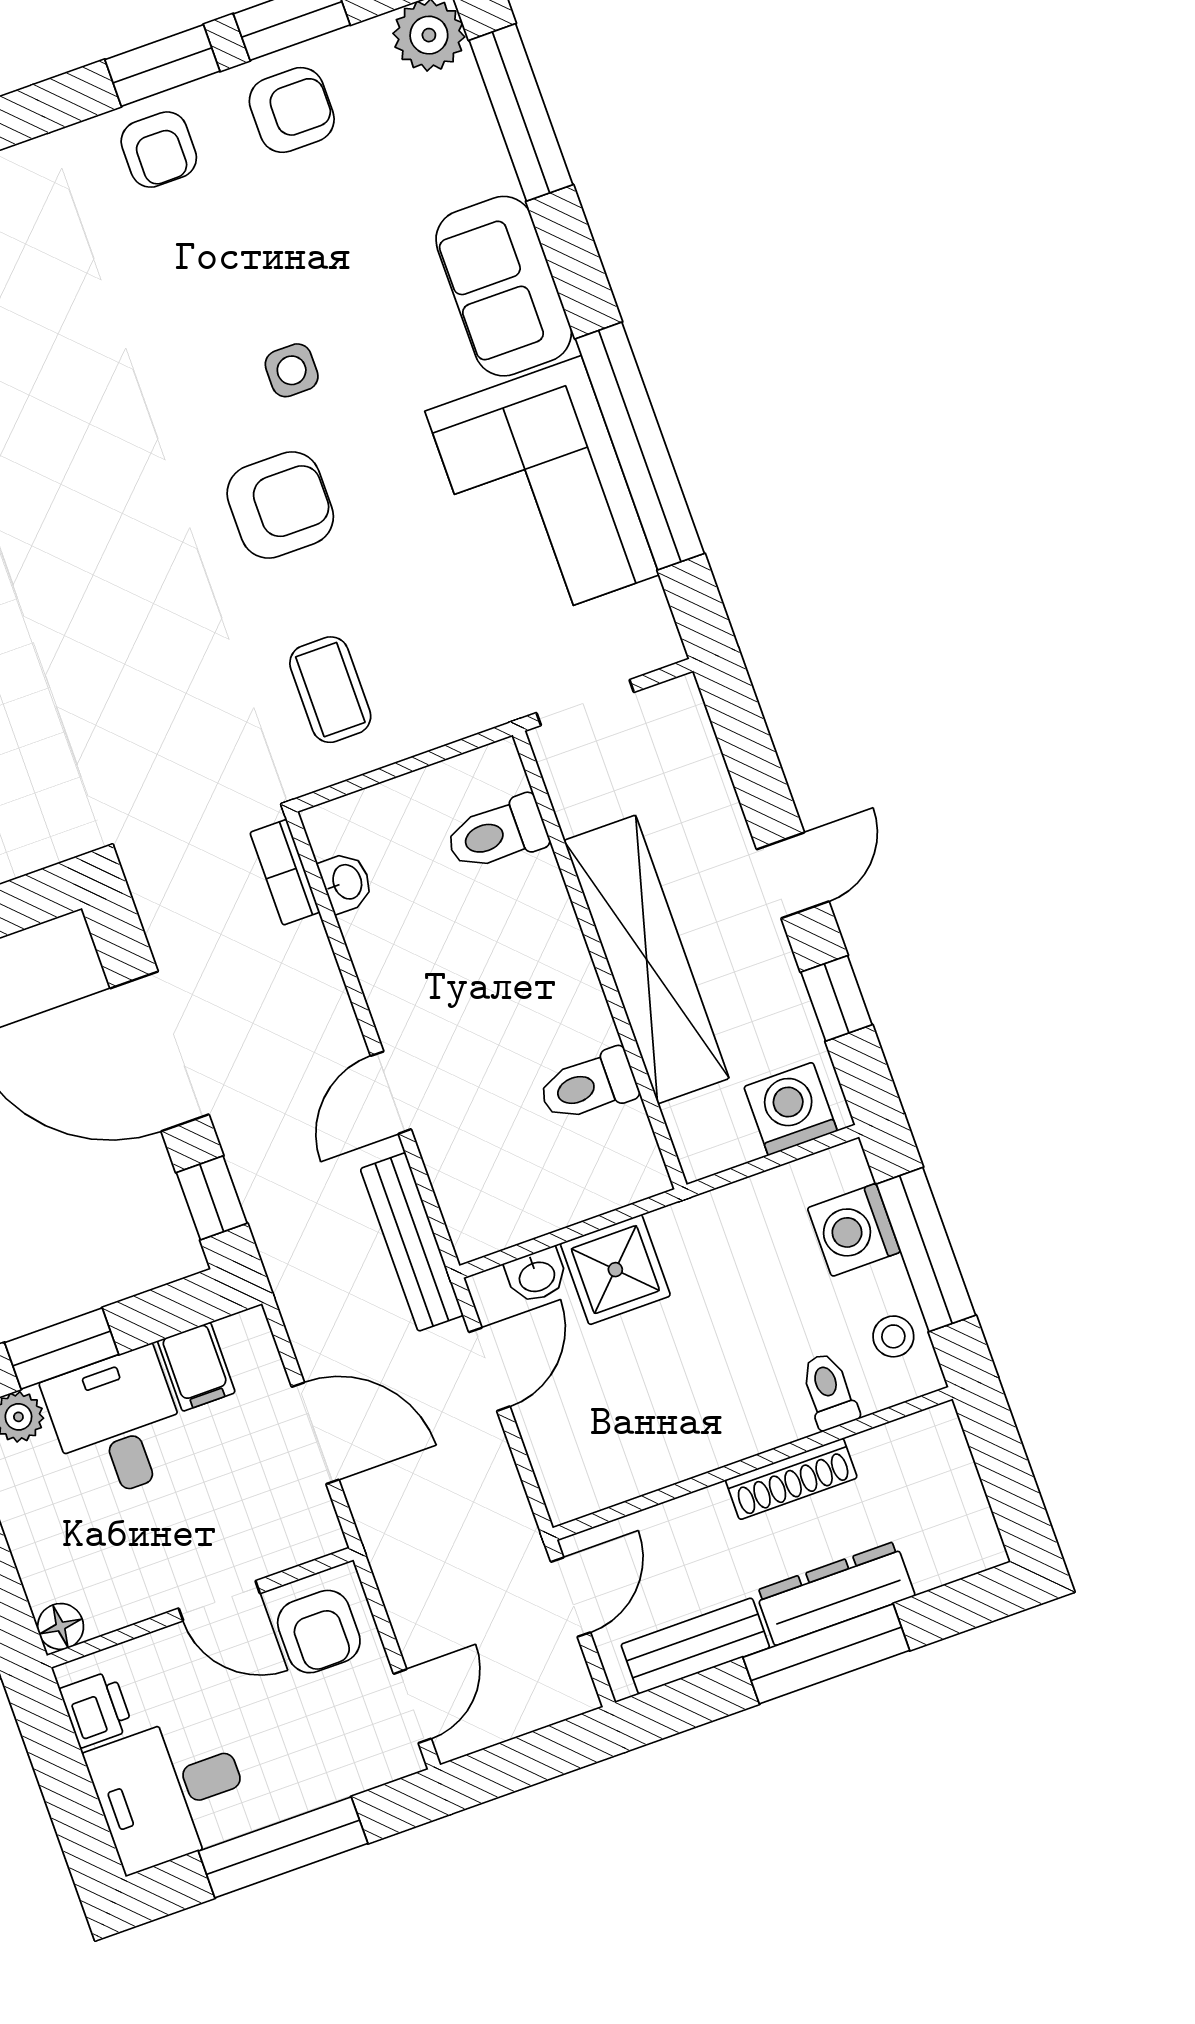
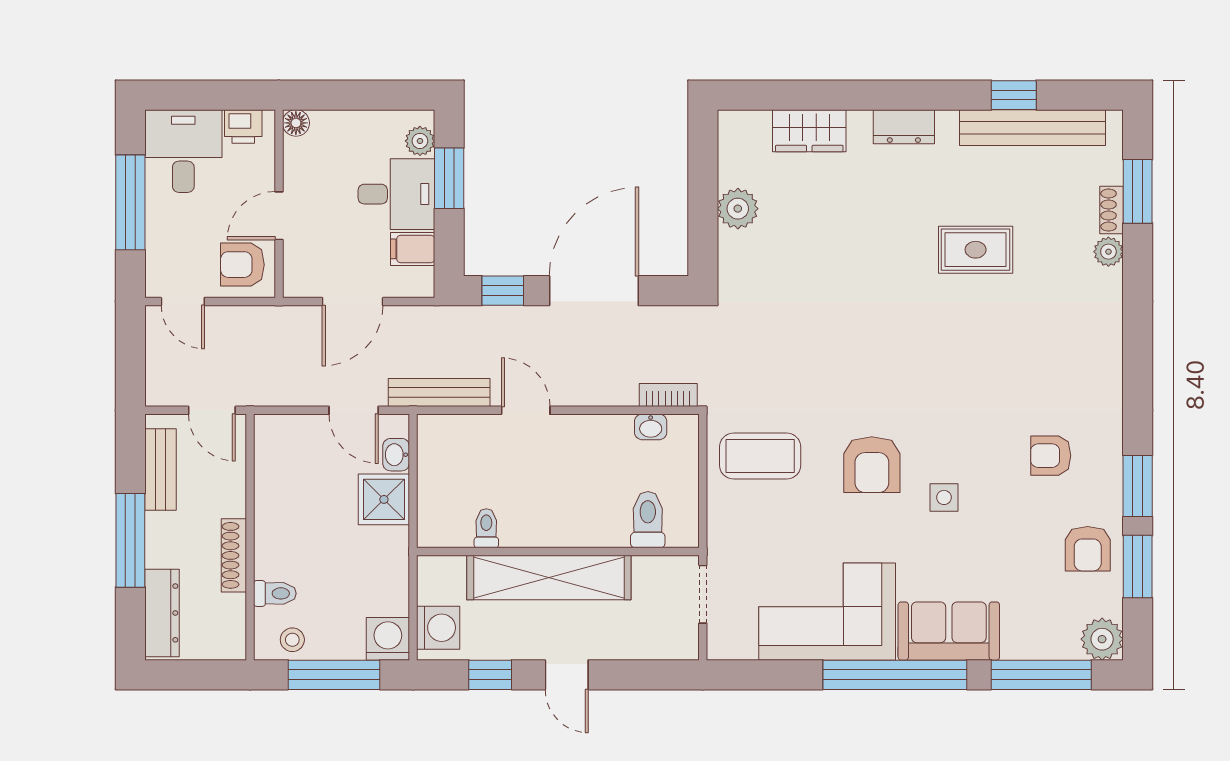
armchair: (159, 150) -> (1051, 456), moved
window: (640, 446) -> (895, 675), moved
coffee table: (330, 690) -> (760, 456), width x1.36, depth x1.30
toilet: (588, 1086) -> (486, 528), width x0.73, depth x0.72
washing machine: (854, 1230) -> (388, 639), moved
dresser: (835, 1593) -> (162, 613), moved

